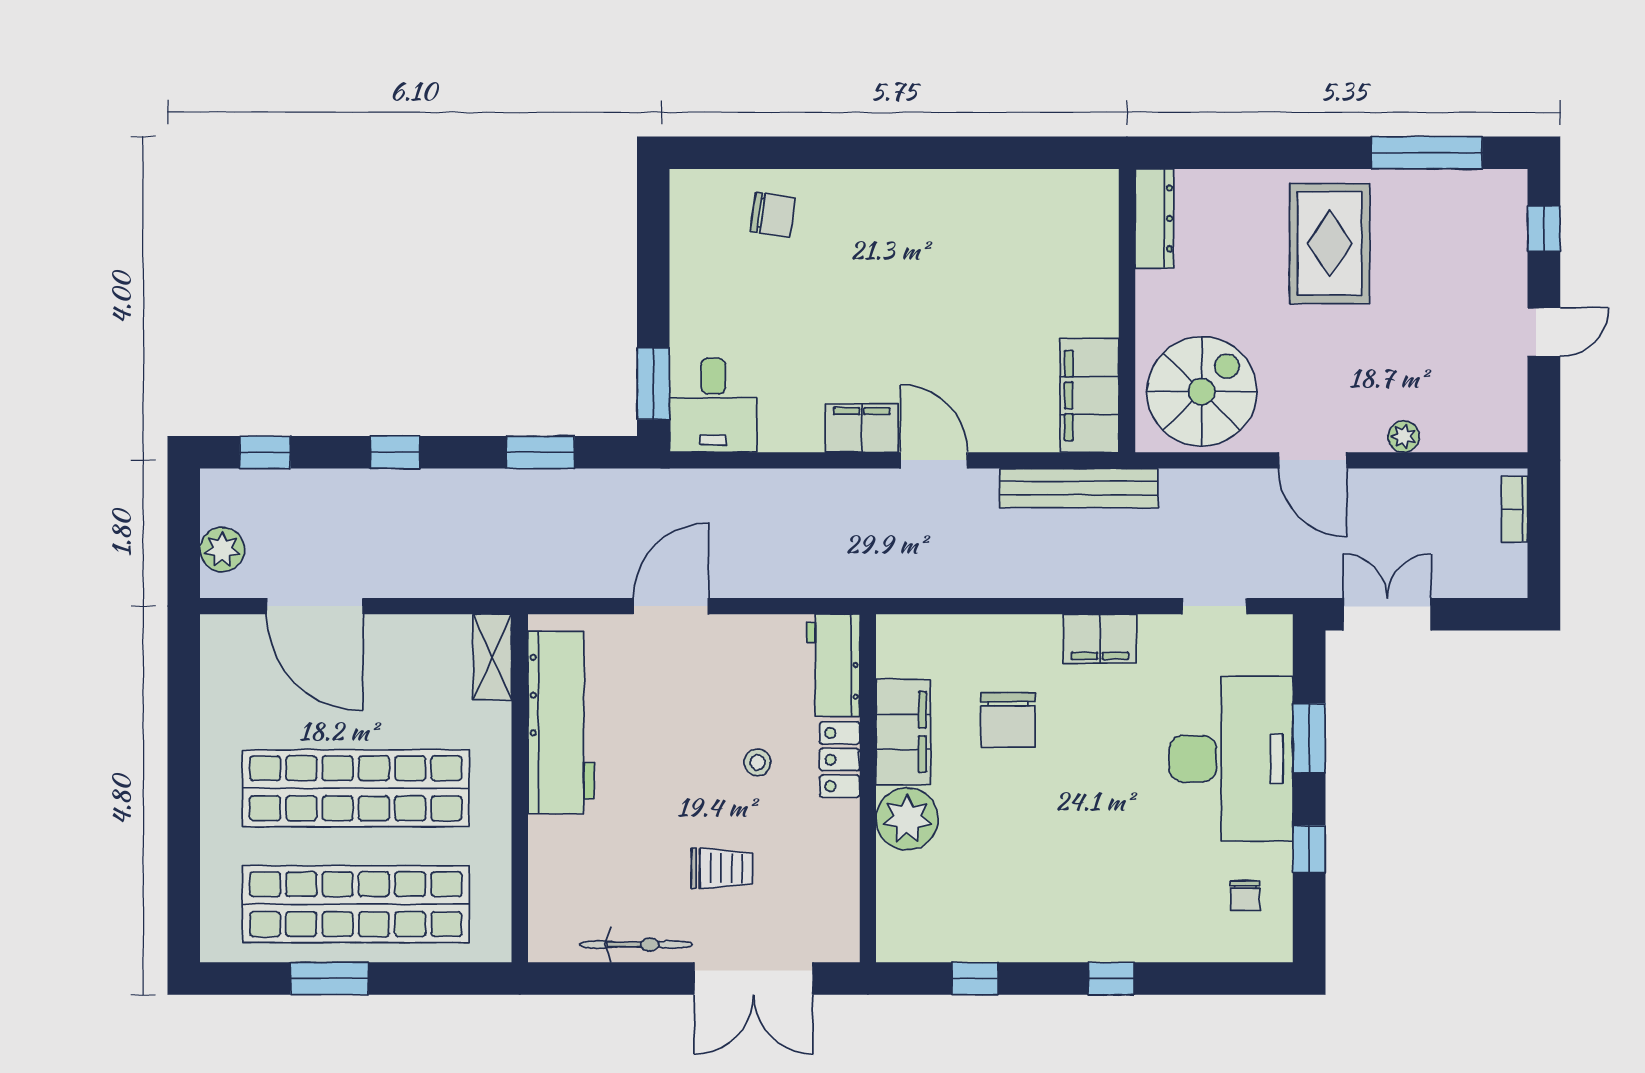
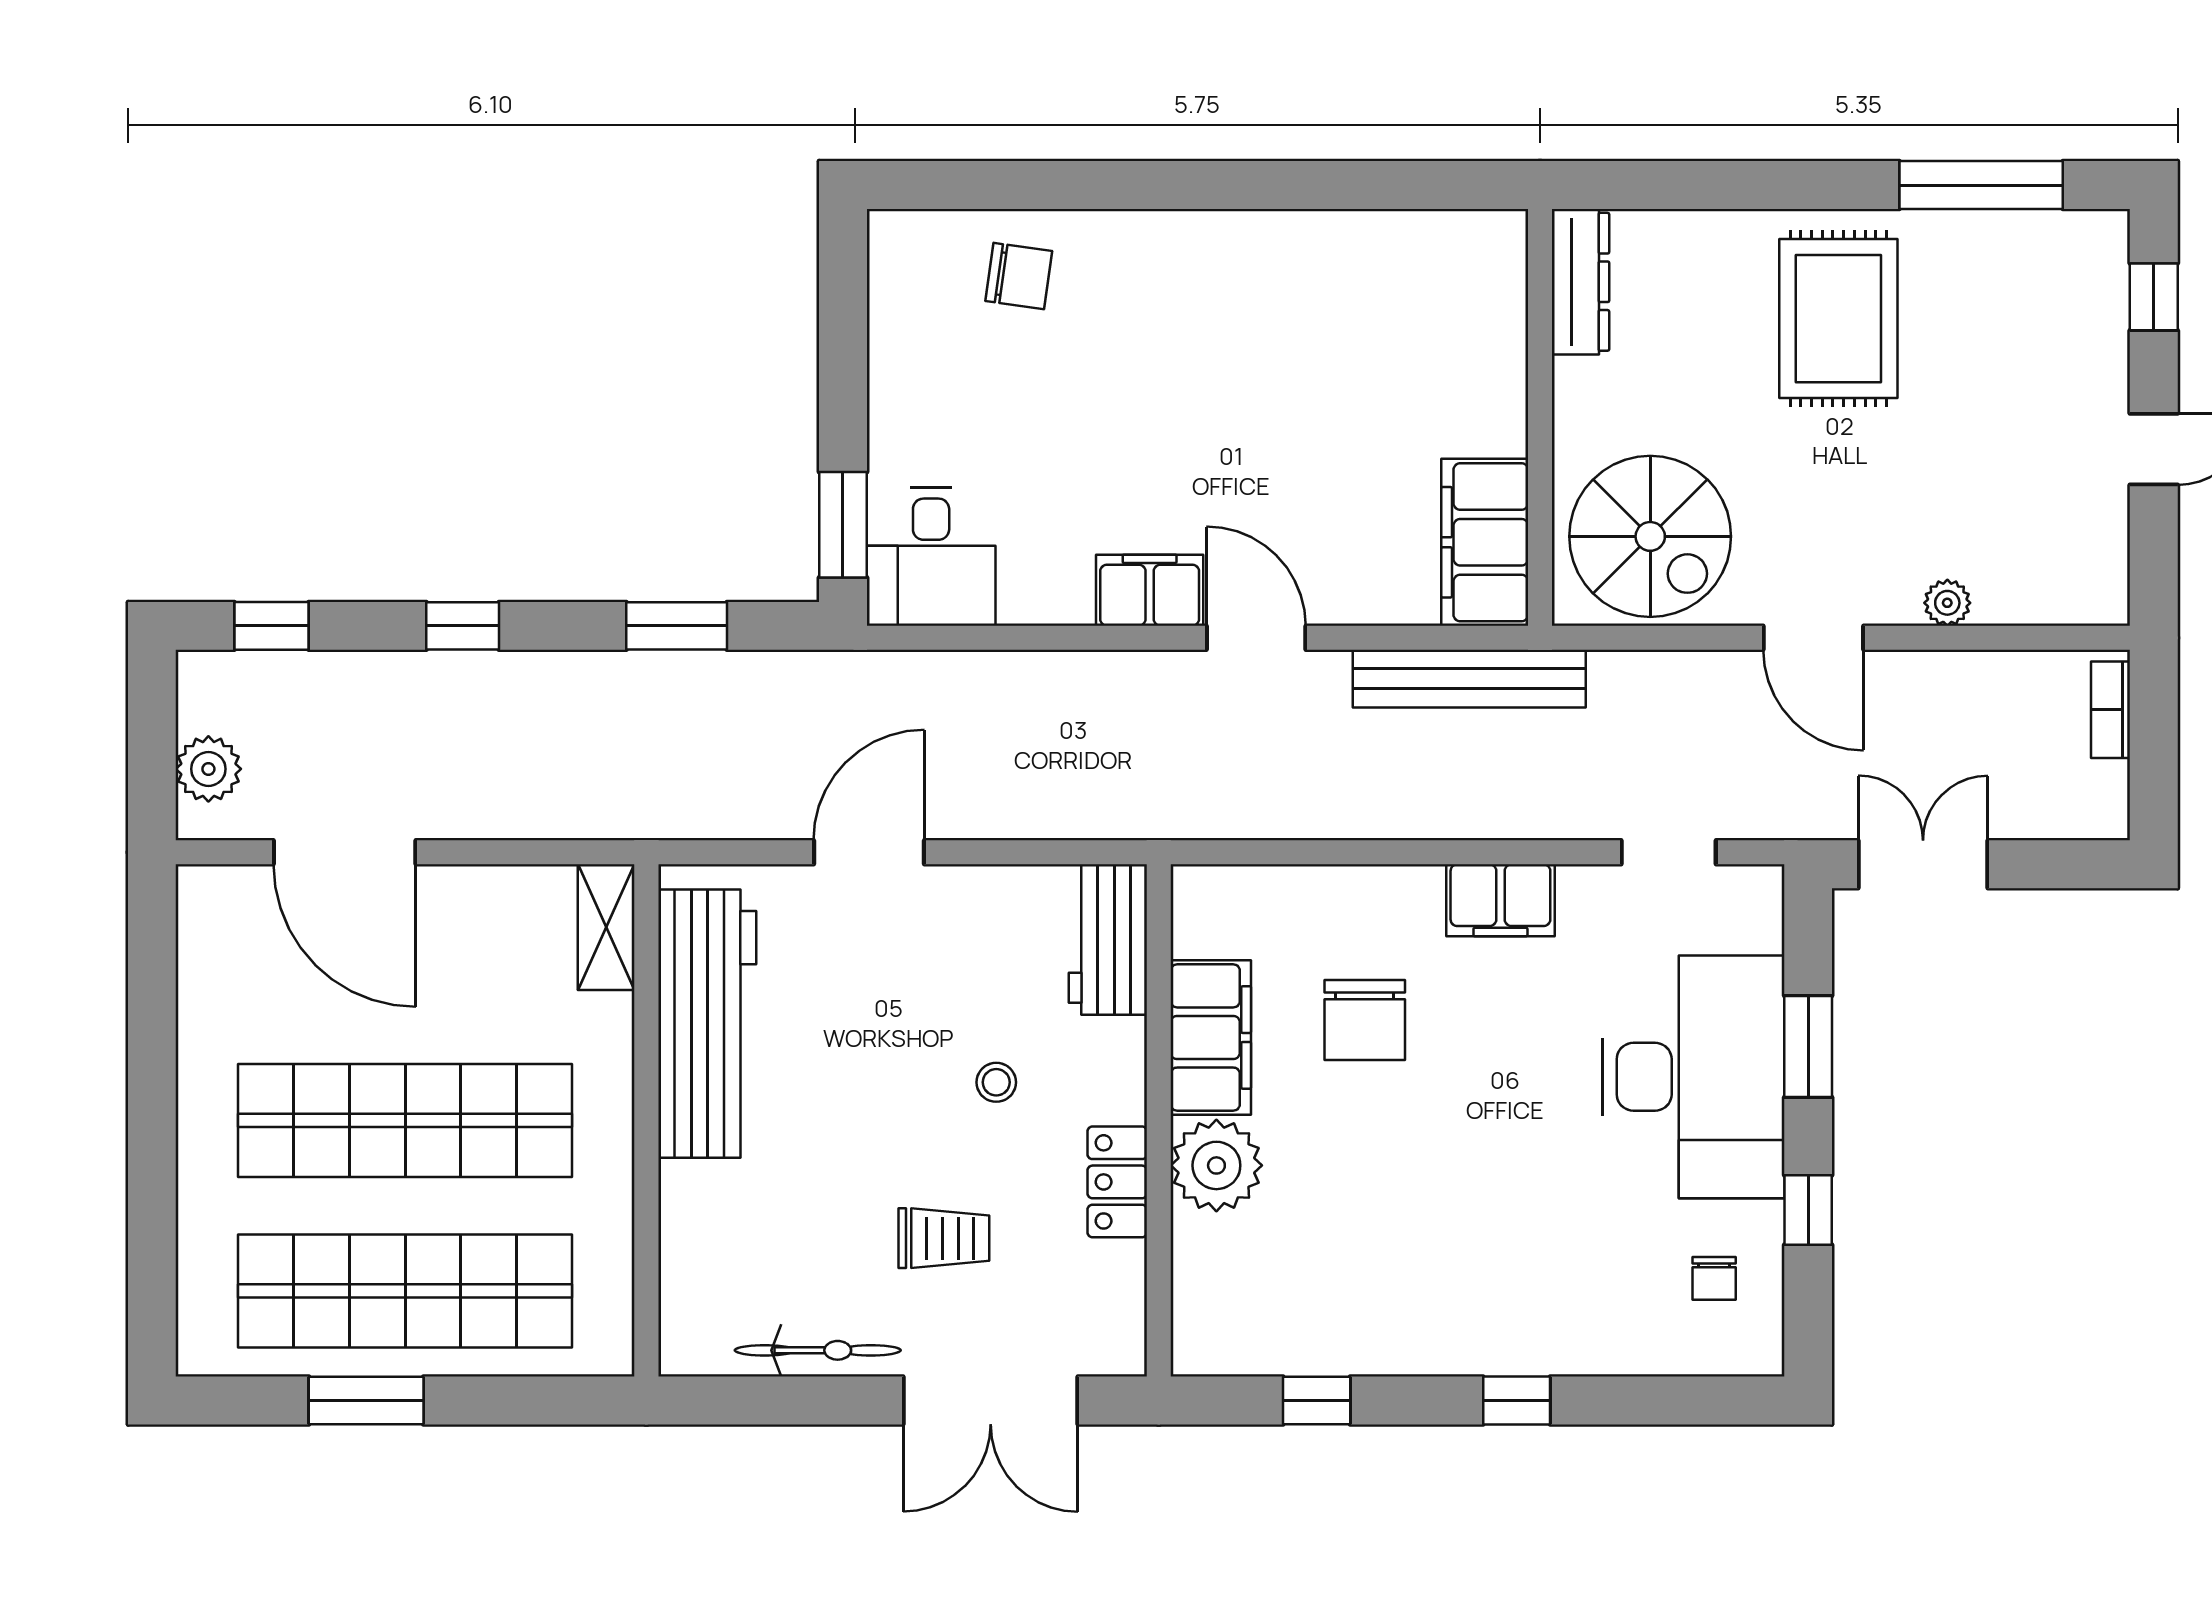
spiral stairs: (1202, 392) -> (1650, 536), turned 90
locker: (840, 760) -> (1117, 1182), moved

